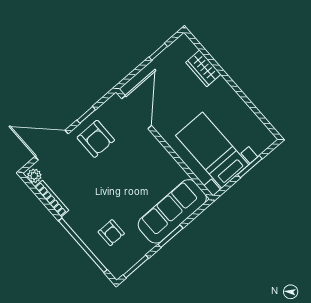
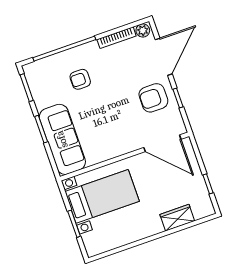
armchair: (111, 233) -> (80, 79), moved

